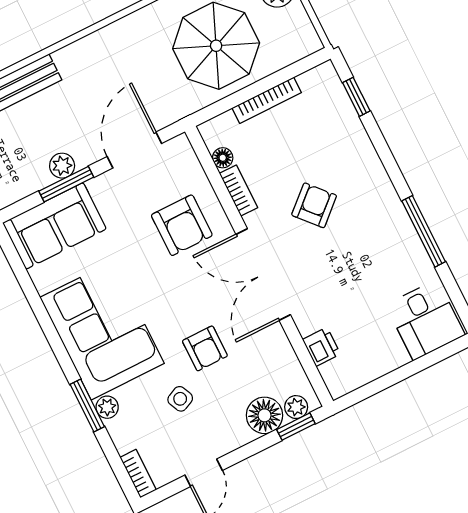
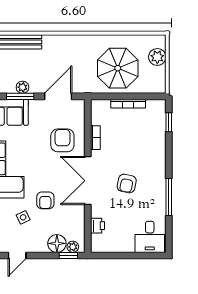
floor lamp: (223, 158) -> (96, 120), removed
armchair: (314, 205) -> (127, 183), moved, turned 144
armchair: (182, 225) -> (62, 140), turned 180

